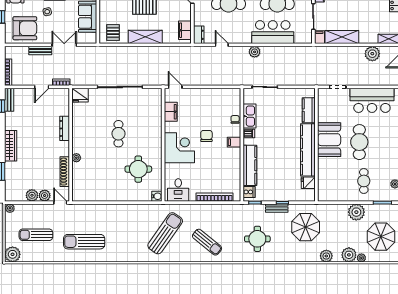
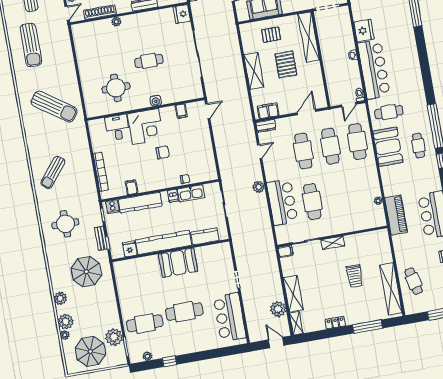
pallet: (113, 33) -> (271, 35), moved
shelving: (342, 37) -> (293, 294), moved
kitchen counter: (309, 110) -> (205, 236), moved
filing cabinet: (171, 112) -> (181, 111), width x0.50
booth: (329, 140) -> (178, 263), moved
filing cabinet: (234, 142) -> (131, 187), moved
wall: (316, 145) -> (171, 250), moved
kitchen counter: (308, 150) -> (164, 242), moved
cafe table: (364, 181) -> (145, 323), width x1.37, depth x1.35
fridge: (308, 183) -> (130, 249), moved
desk: (178, 190) -> (117, 127), moved, turned 90
water cooler: (157, 196) -> (156, 101), moved
plant: (356, 212) -> (114, 337), moved
sun lounger: (165, 233) -> (54, 107), moved
sun lounger: (84, 242) -> (31, 45), turned 180

